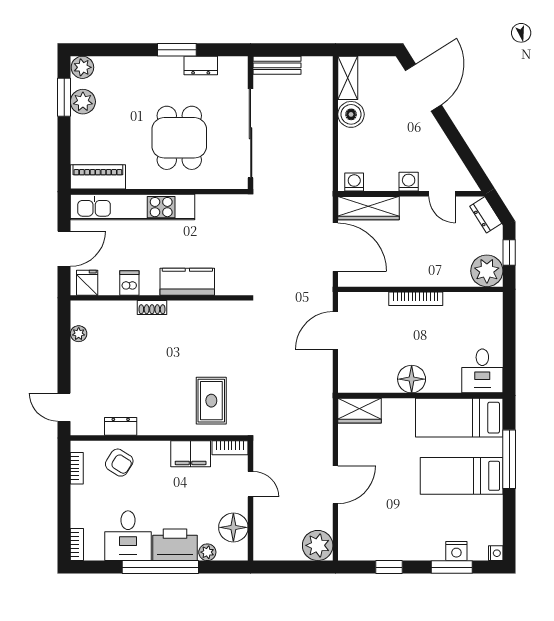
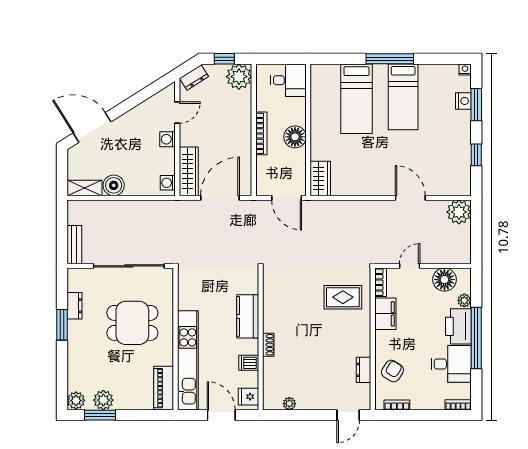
desk: (482, 371) -> (288, 80), moved
floor lamp: (412, 379) -> (295, 137), moved
wall: (420, 395) -> (308, 130), moved
wardrobe: (360, 411) -> (320, 178), moved

